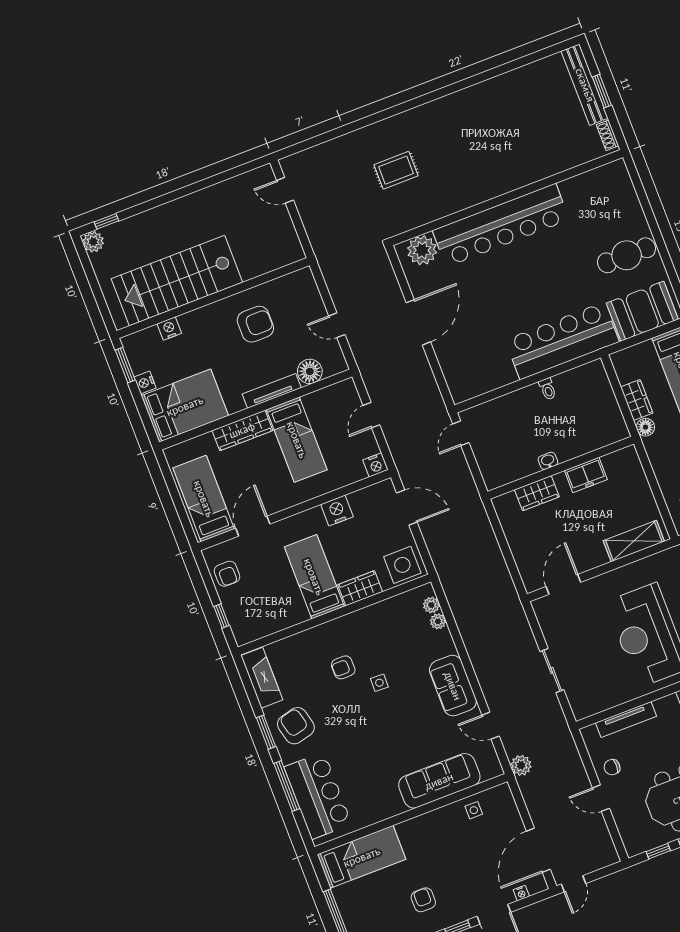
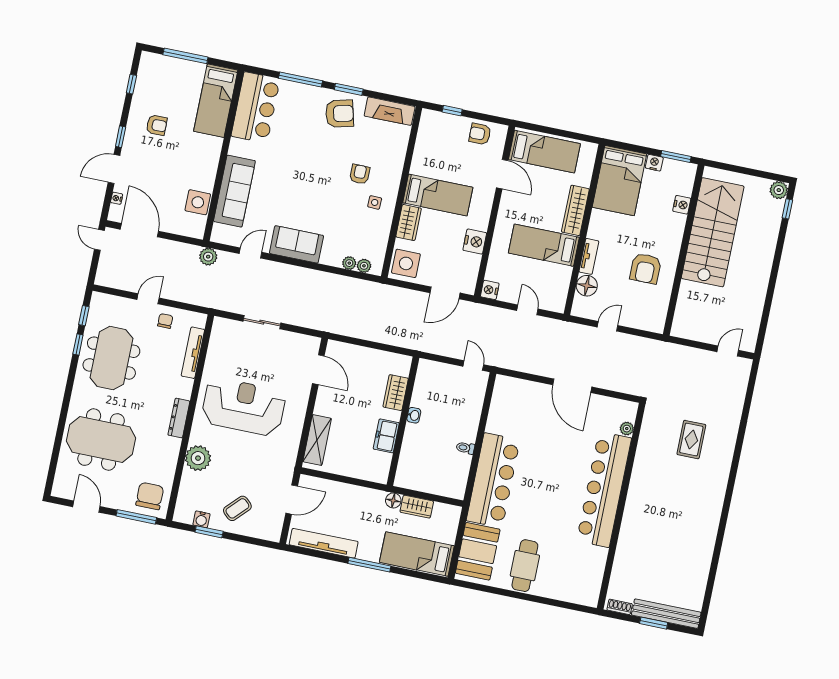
plant: (422, 250) -> (627, 429), width x0.53, depth x0.53
tv unit: (272, 391) -> (589, 256), width x0.71
side table: (379, 683) -> (375, 202), moved
bar counter: (318, 796) -> (256, 107), moved, turned -90
side table: (474, 810) -> (198, 202), width x1.87, depth x1.87

